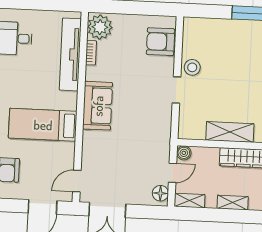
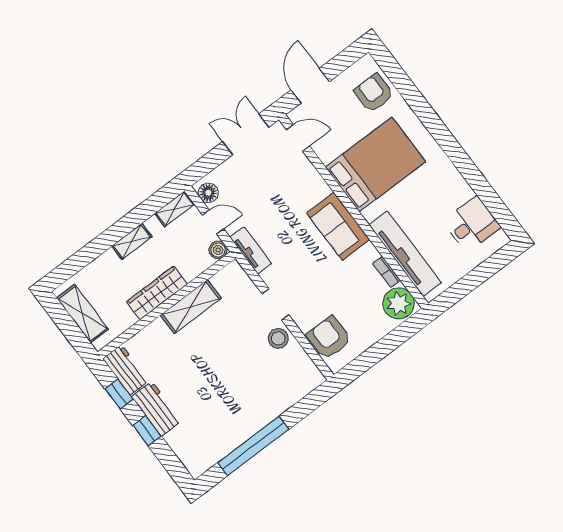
armchair: (161, 42) -> (329, 338), turned -90
bed: (43, 125) -> (376, 164), width x1.50
tv unit: (164, 136) -> (251, 250), added
door: (173, 173) -> (213, 222), swing flipped
door: (77, 181) -> (298, 138), hinge flipped

